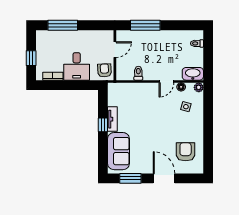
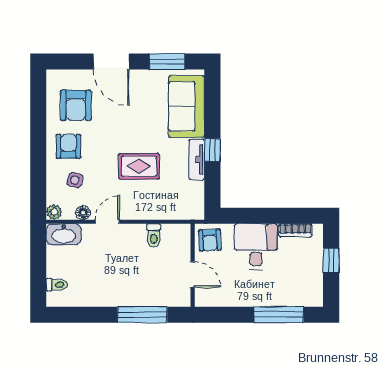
door: (115, 50) -> (193, 274), swing flipped
rug: (147, 115) -> (139, 166), added
armchair: (190, 127) -> (69, 146), added

